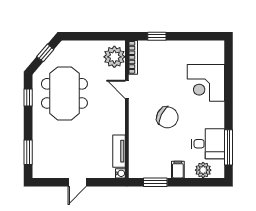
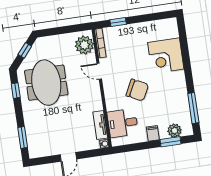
desk: (208, 144) -> (123, 123), moved, turned 180
window: (155, 182) -> (170, 142), moved

